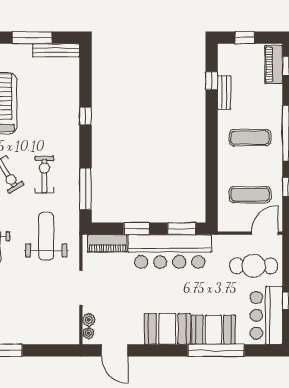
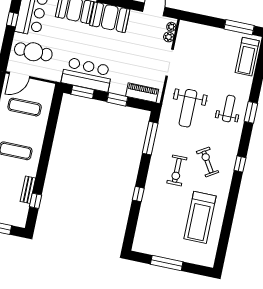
bench: (56, 50) -> (150, 249), removed
exercise bike: (44, 175) -> (177, 170), moved
bar counter: (170, 251) -> (87, 75), width x0.73

